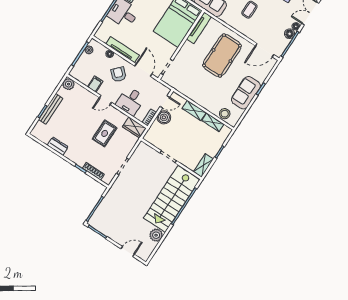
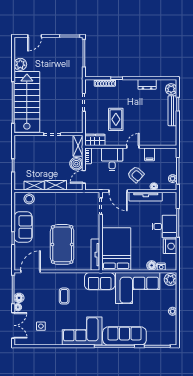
plant: (69, 84) -> (171, 89), moved
shelving: (203, 165) -> (78, 146), moved

